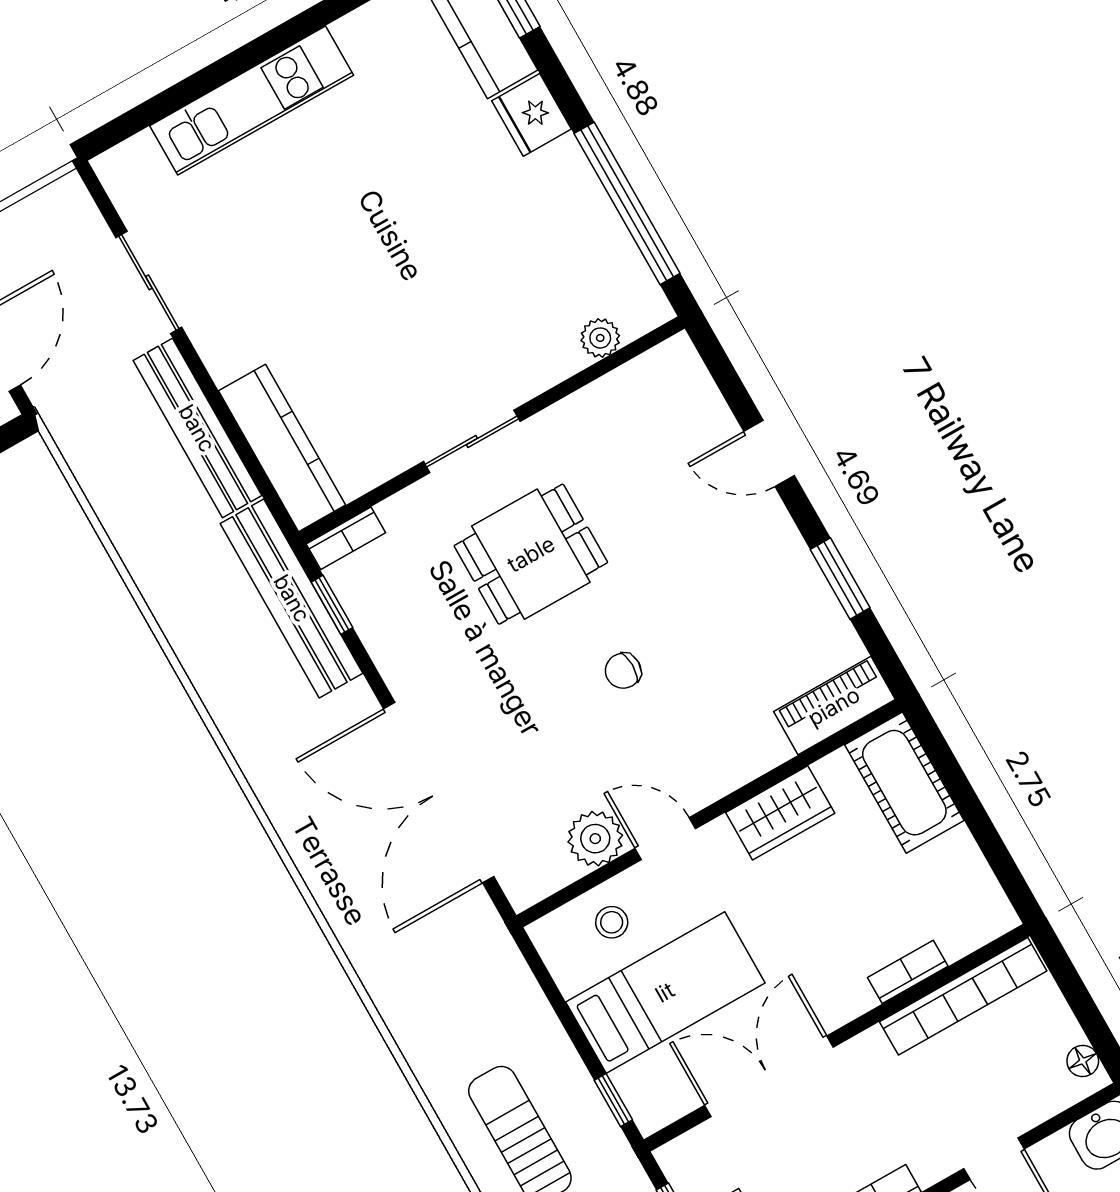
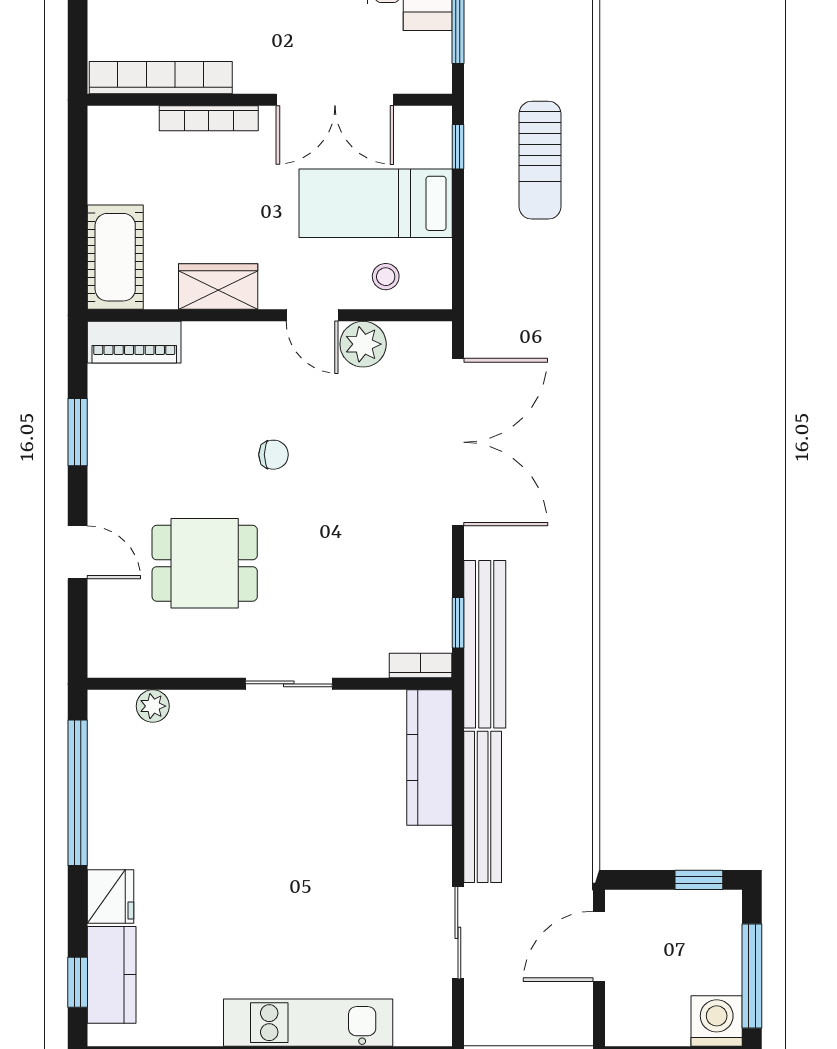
dining table: (531, 554) -> (205, 563), moved
bookcase: (908, 972) -> (209, 118), width x1.56

